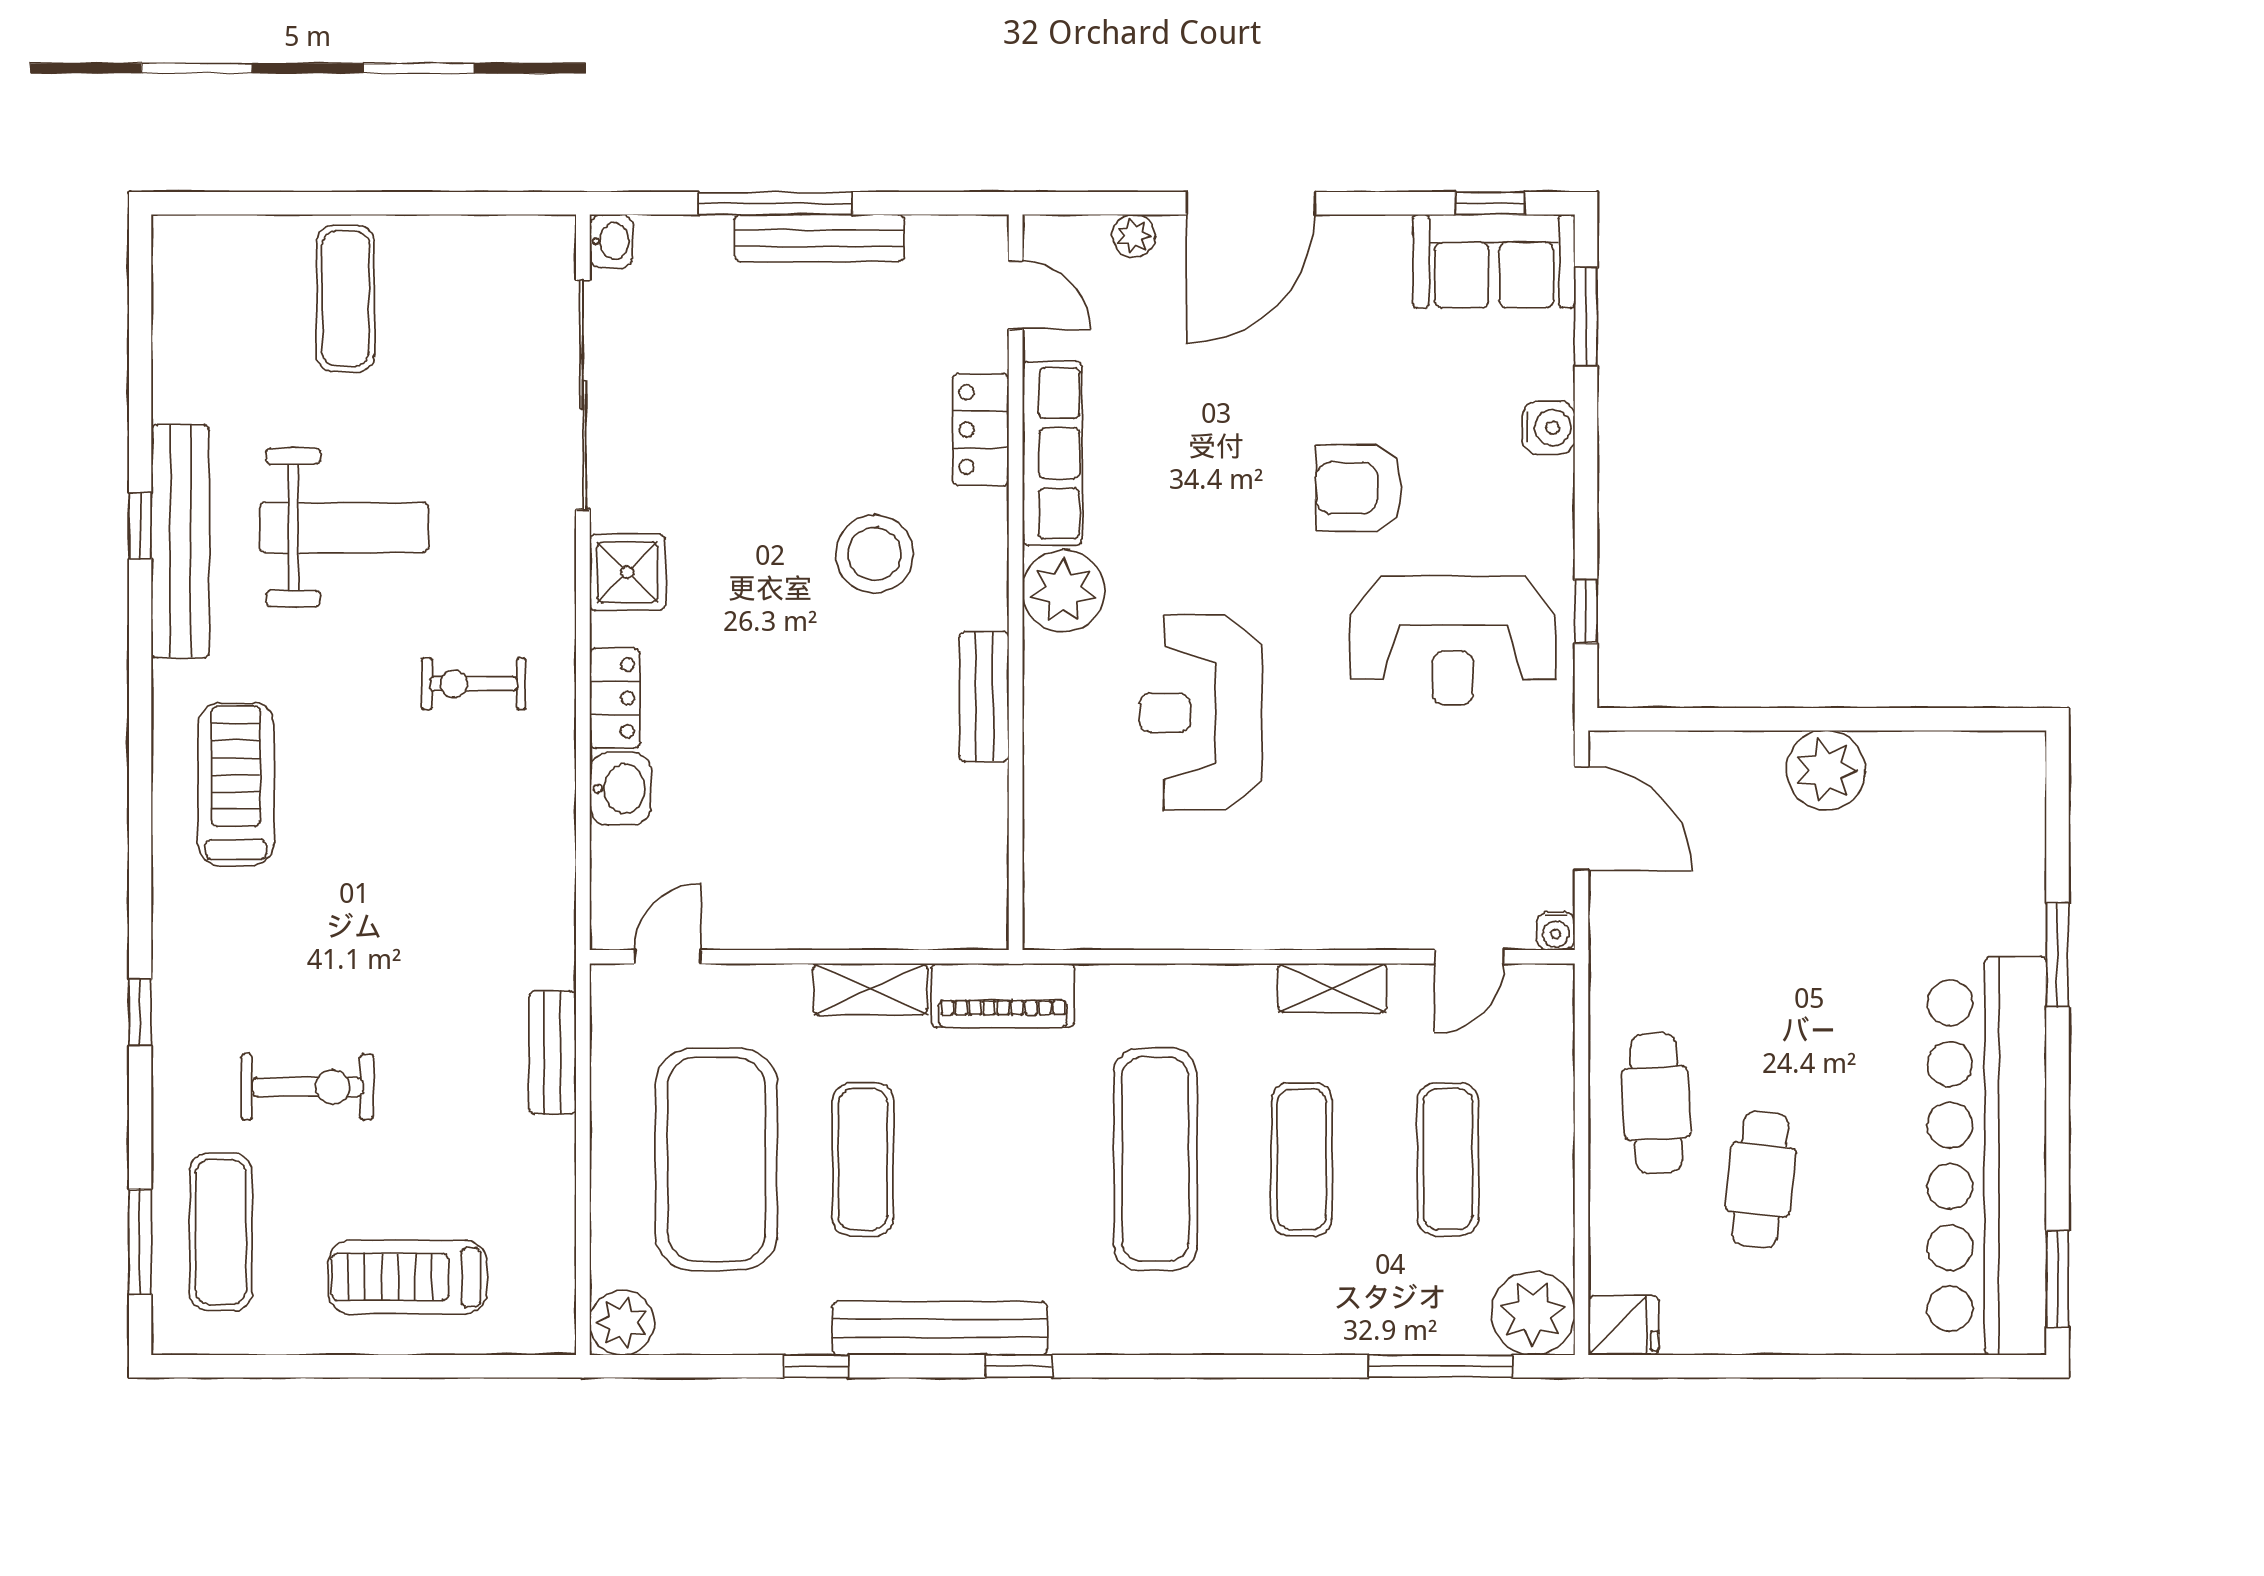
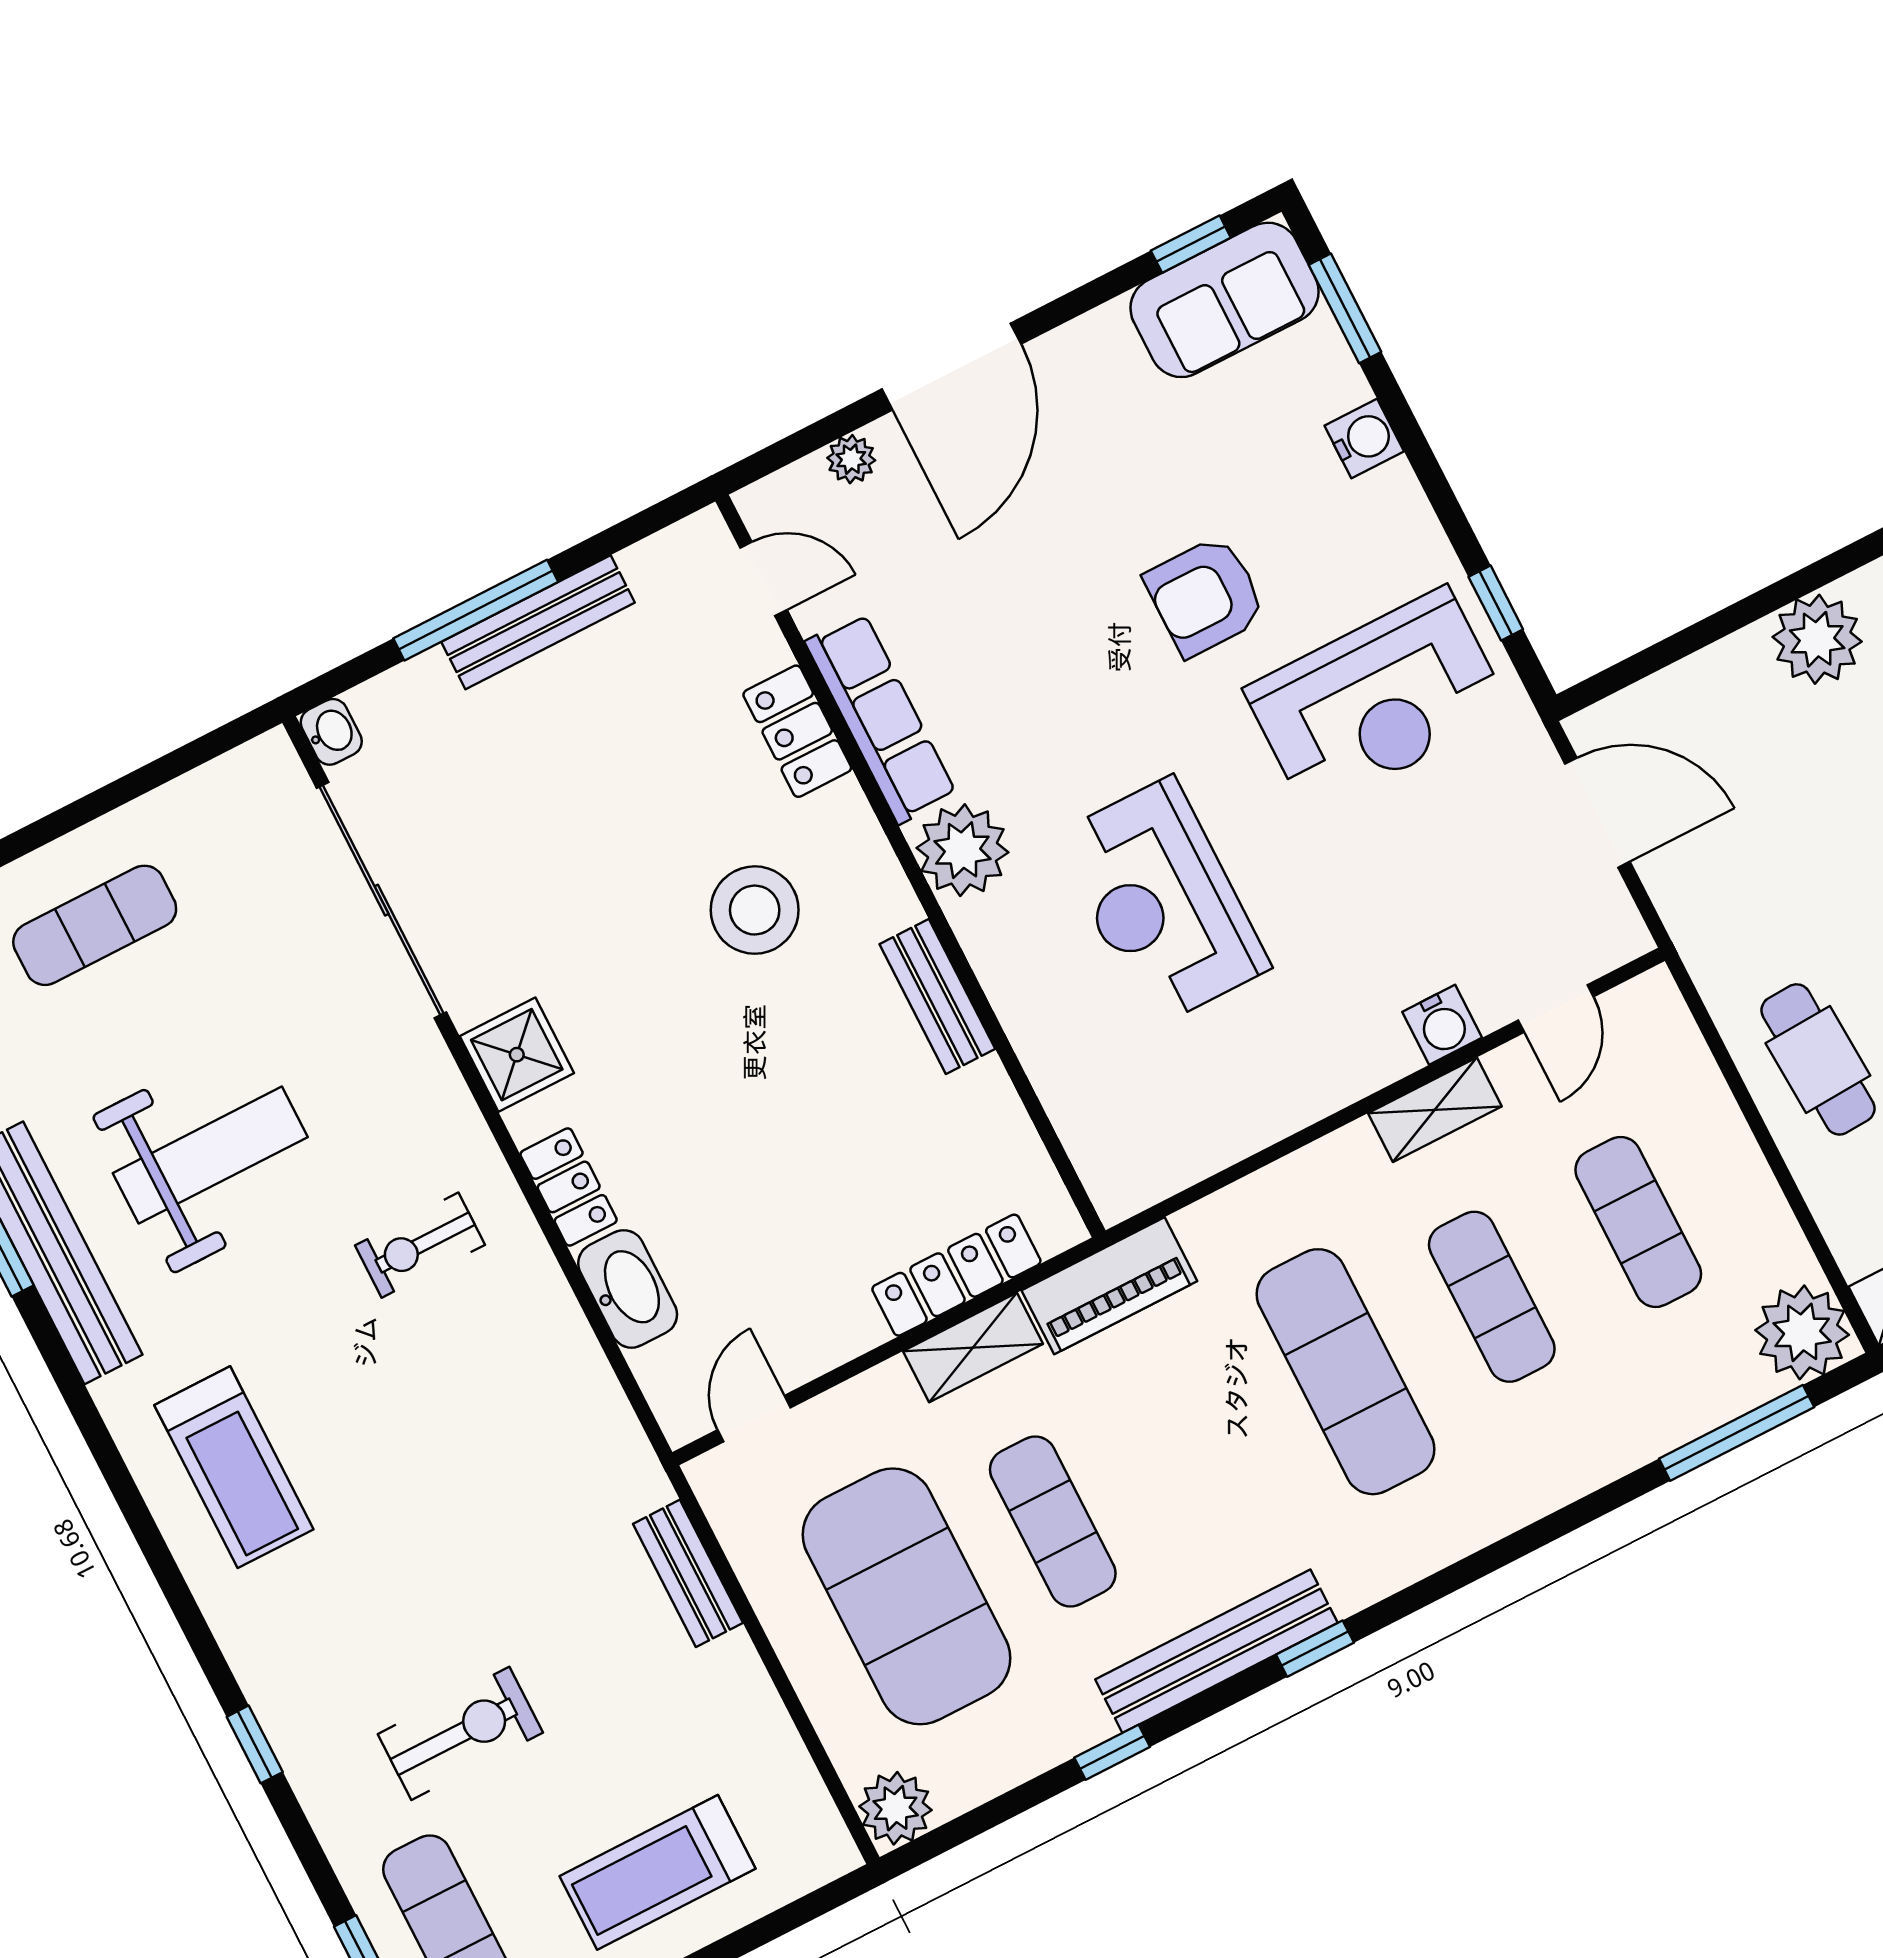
exercise mat: (345, 299) -> (95, 925), turned 90
treadmill: (236, 784) -> (234, 1467), turned 180
washbasin: (620, 789) -> (628, 1289), width x1.38
locker: (886, 925) -> (956, 1275), added
water cooler: (1556, 931) -> (1442, 1025), moved, width x1.38, depth x1.38

